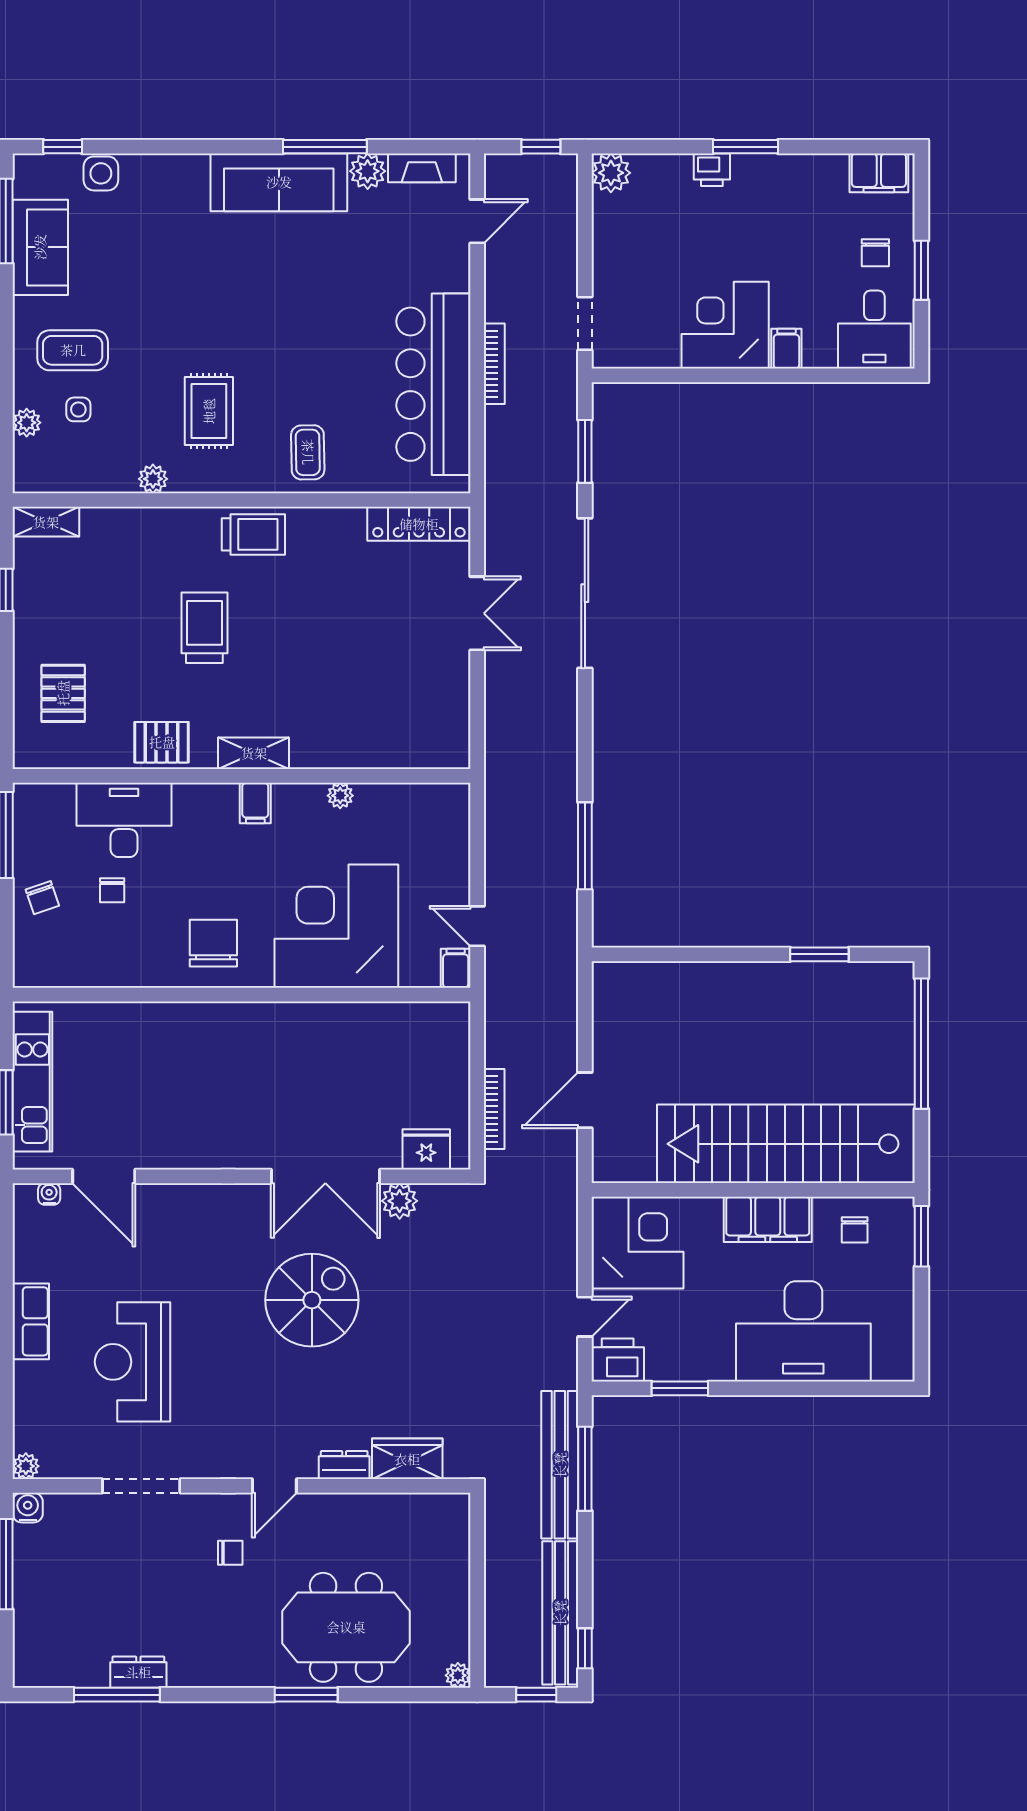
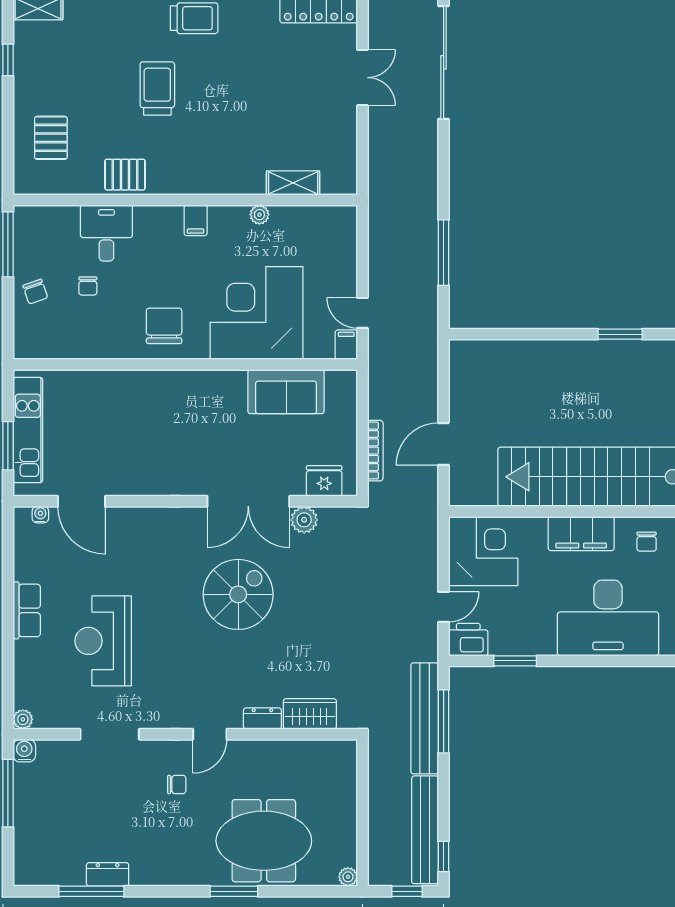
shelving: (254, 753) -> (293, 183), moved
desk: (124, 820) -> (106, 233), width x0.73
sofa: (375, 1031) -> (286, 392), added

